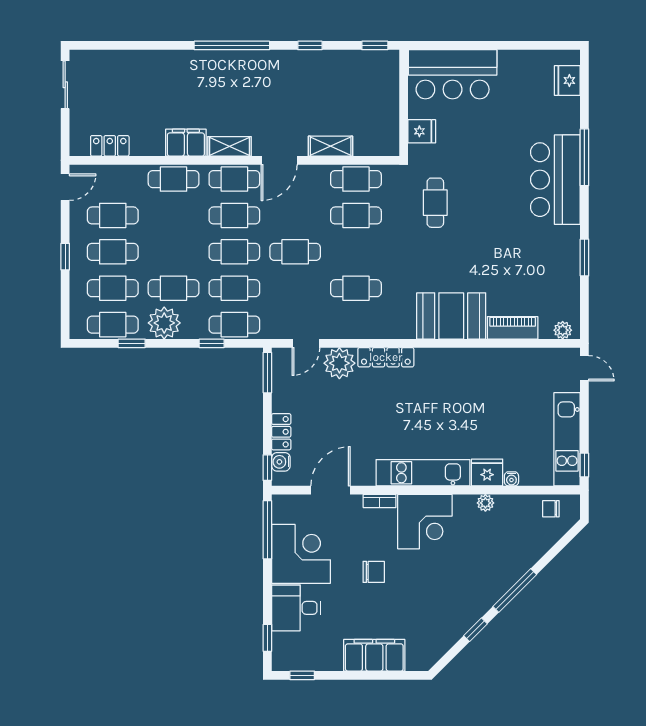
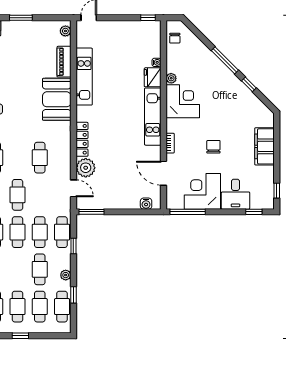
plant: (164, 323) -> (66, 275), width x0.53, depth x0.53
locker: (281, 432) -> (128, 203), removed
kitchen unit: (567, 439) -> (84, 77), moved, turned -90
window: (267, 468) -> (150, 212), removed
corner desk: (425, 522) -> (183, 101), moved

